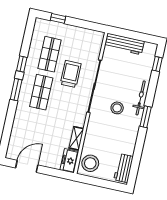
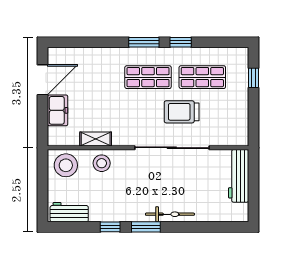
window: (157, 64) -> (110, 227), moved
trolley: (71, 74) -> (182, 112), turned 180
stool: (117, 108) -> (102, 163), moved
freezer: (69, 161) -> (58, 110), moved, turned 90
door: (27, 166) -> (43, 80), hinge flipped

